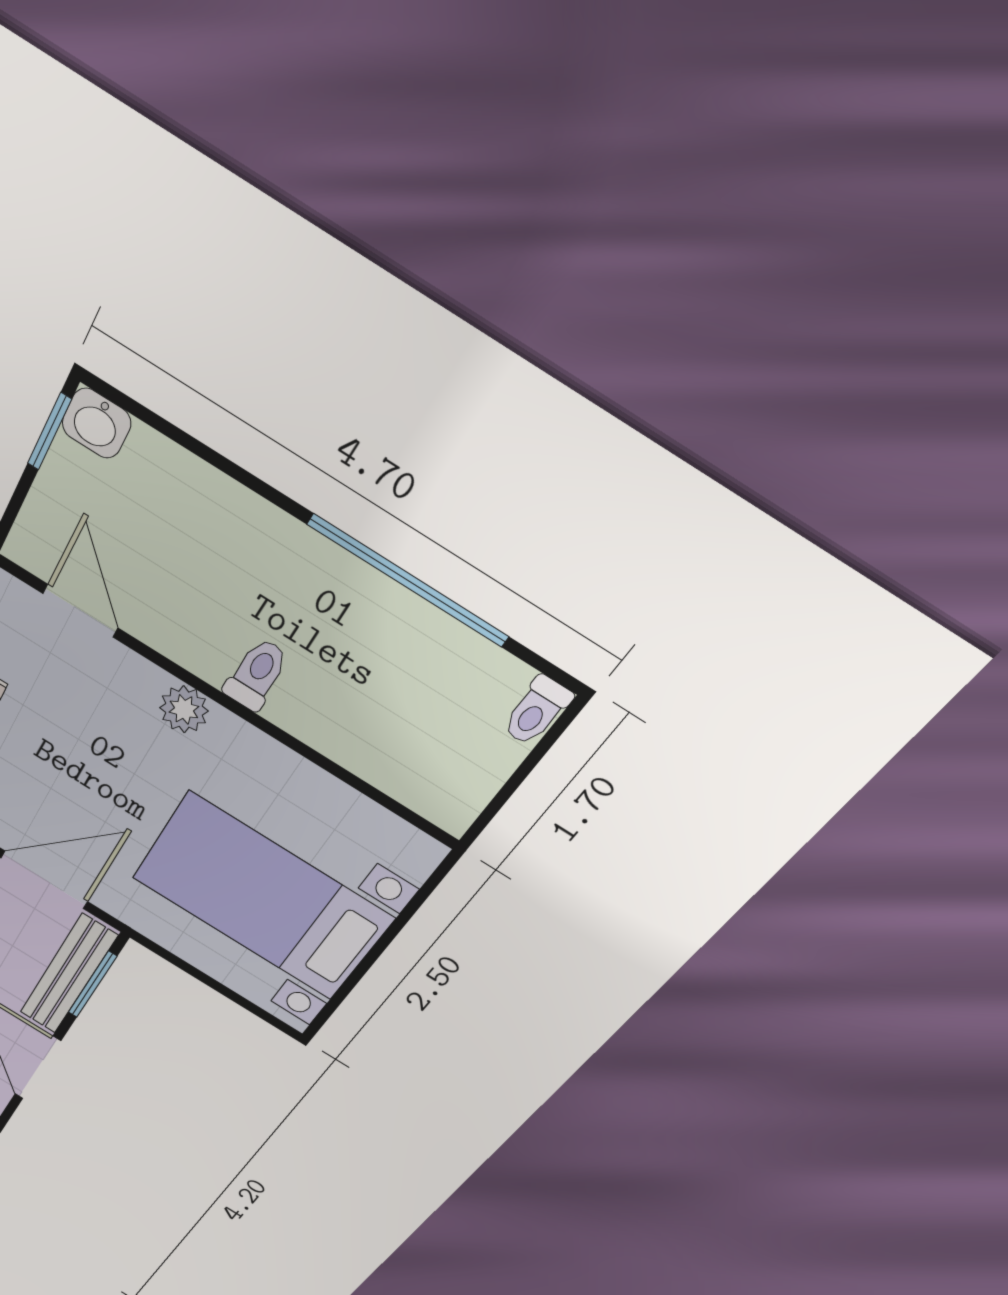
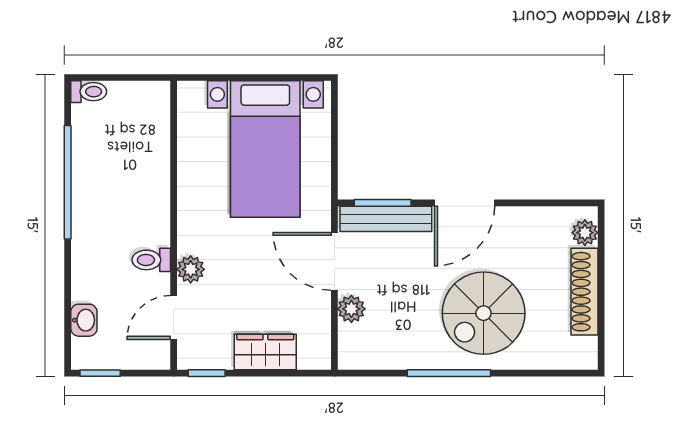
washbasin: (96, 423) -> (84, 320), moved
toilet: (257, 674) -> (151, 260), moved
plant: (184, 709) -> (191, 269), moved

